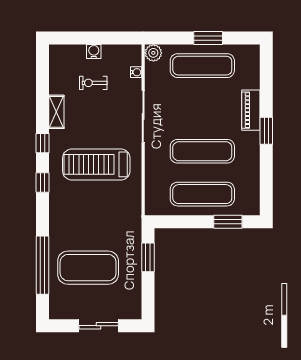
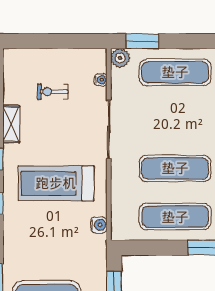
window: (208, 38) -> (142, 41), moved
water cooler: (94, 52) -> (99, 225), moved, turned 90

